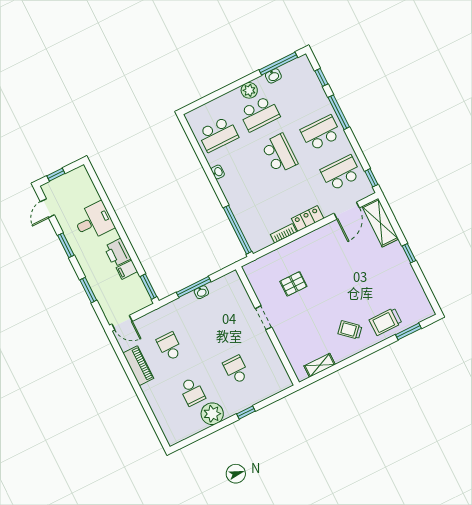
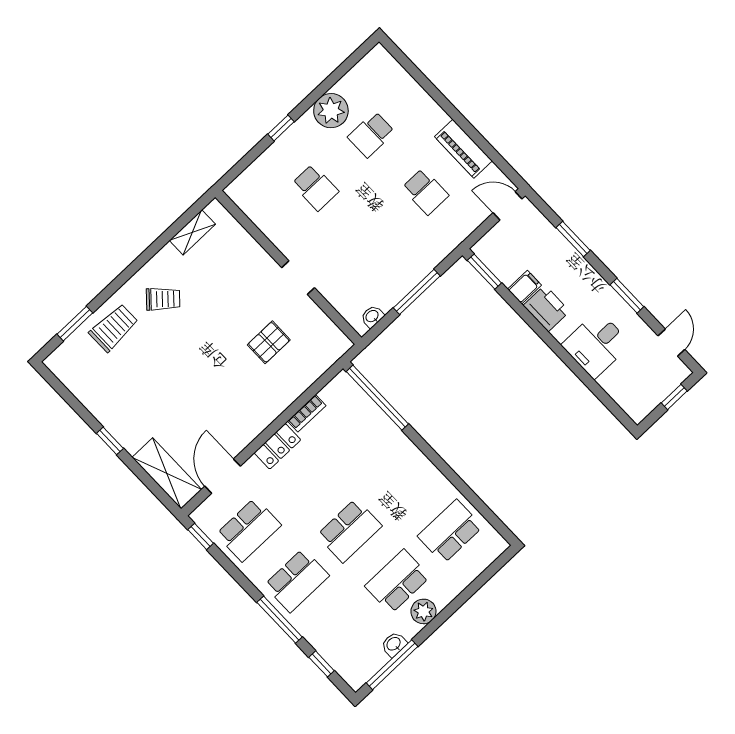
school desk: (279, 154) -> (349, 531), turned -90
washbasin: (218, 172) -> (433, 475), removed
washbasin: (201, 292) -> (372, 316), moved
school desk: (192, 392) -> (371, 135), turned -90

